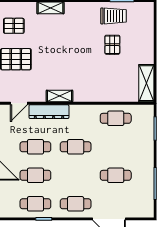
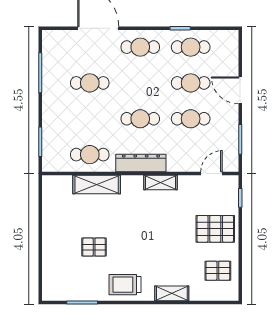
trolley: (114, 16) -> (125, 285), moved
pallet: (112, 45) -> (94, 247), turned 90
shelving: (146, 83) -> (97, 185), moved, turned 90
dresser: (49, 112) -> (141, 163), moved

